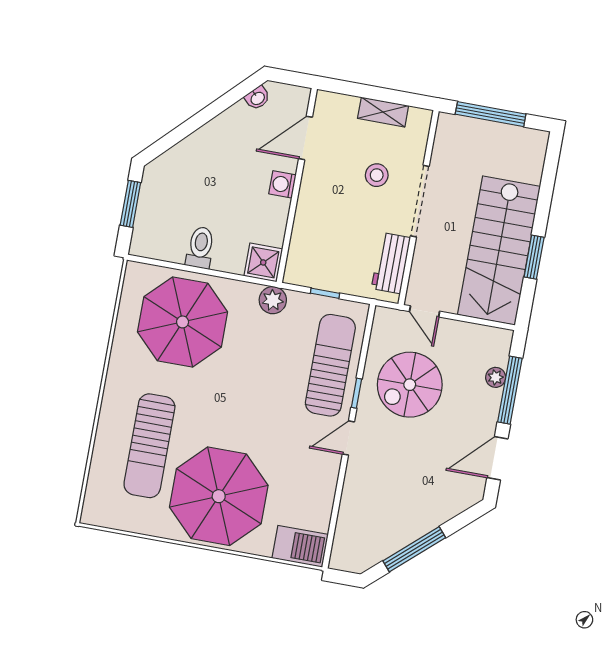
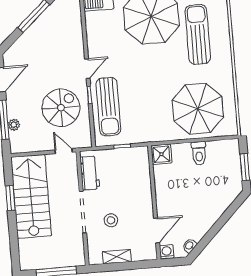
washing machine: (282, 184) -> (167, 252), moved, turned -90
plant: (273, 300) -> (150, 135), removed

